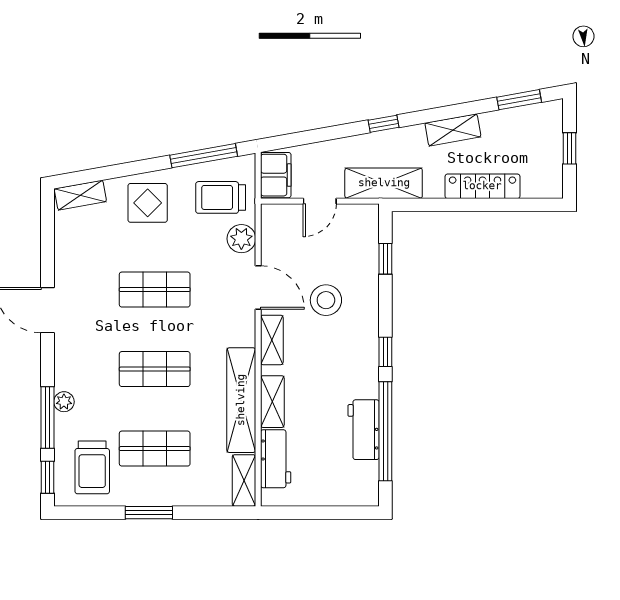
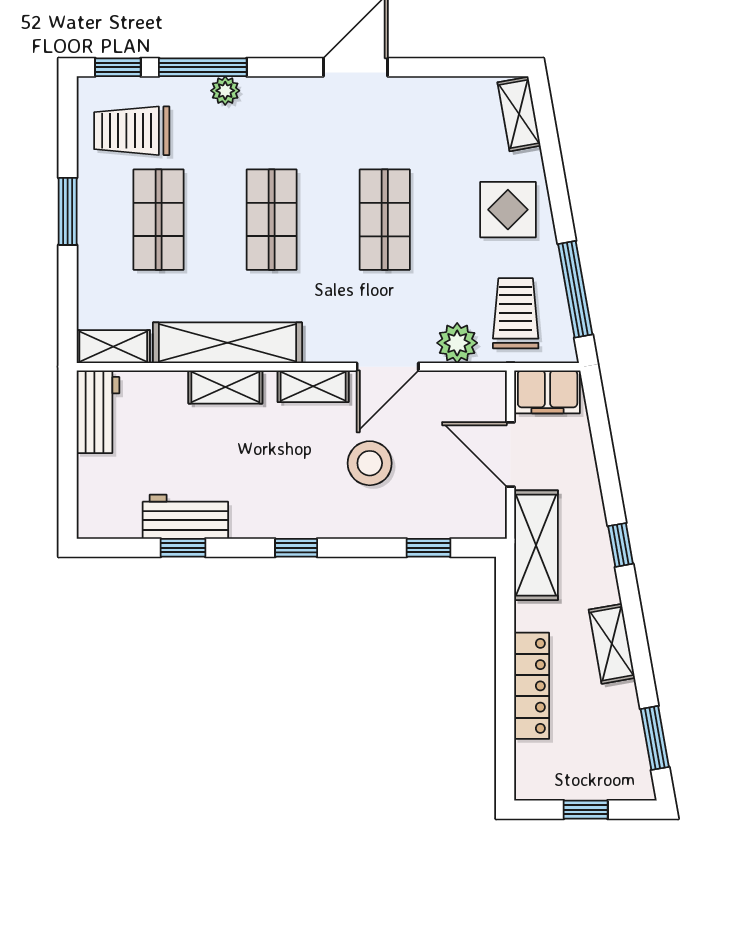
door: (320, 201) -> (510, 454), width x1.38
window: (385, 431) -> (183, 548), width x0.32
workbench: (276, 459) -> (98, 412), moved, turned -90

